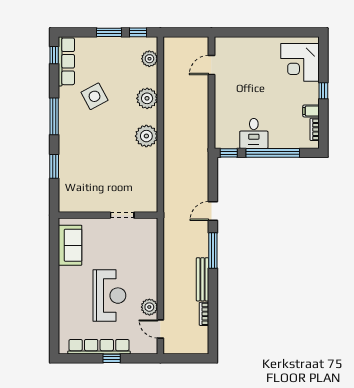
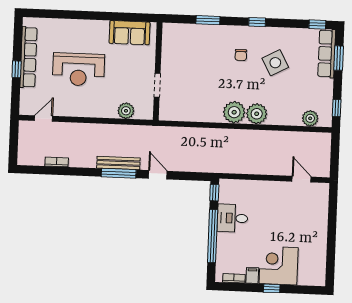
window: (109, 32) -> (339, 58), moved
row of seats: (66, 61) -> (327, 54), moved, turned 90
corner desk: (300, 62) -> (279, 266), moved
plant: (147, 98) -> (257, 114), moved
window: (54, 116) -> (257, 22), width x0.46
chair: (88, 132) -> (241, 55), added
bench: (203, 279) -> (118, 163), moved
plant: (149, 307) -> (126, 111), moved

